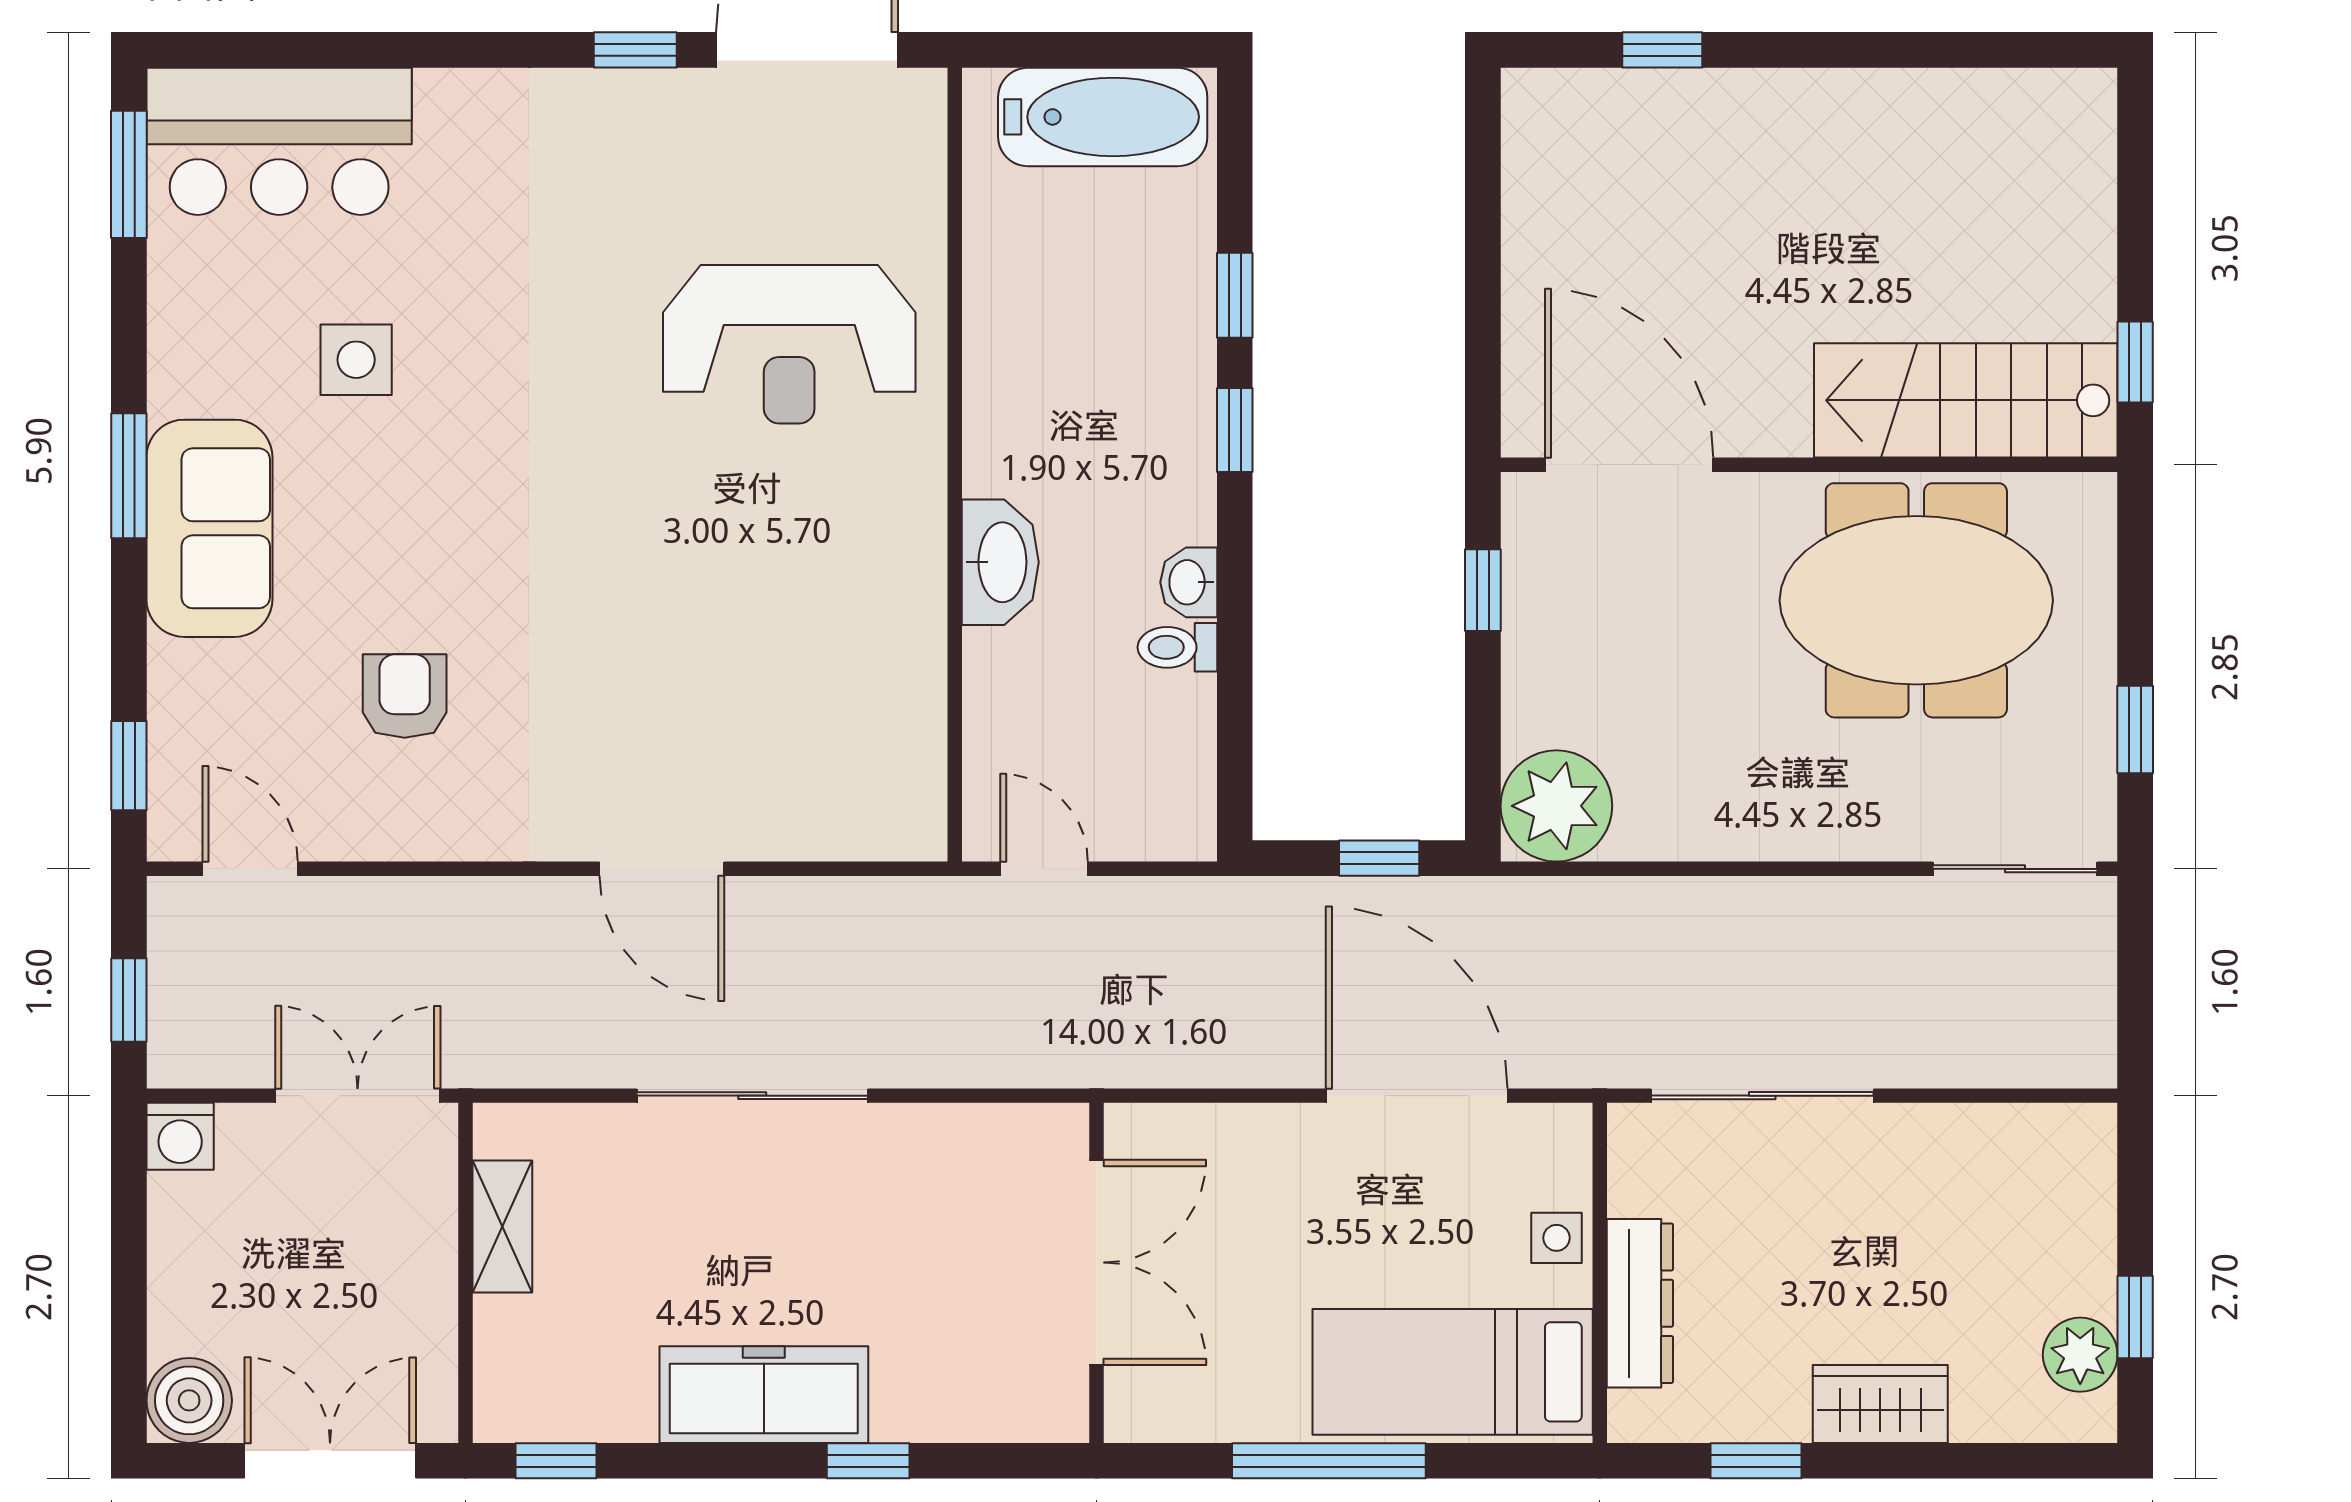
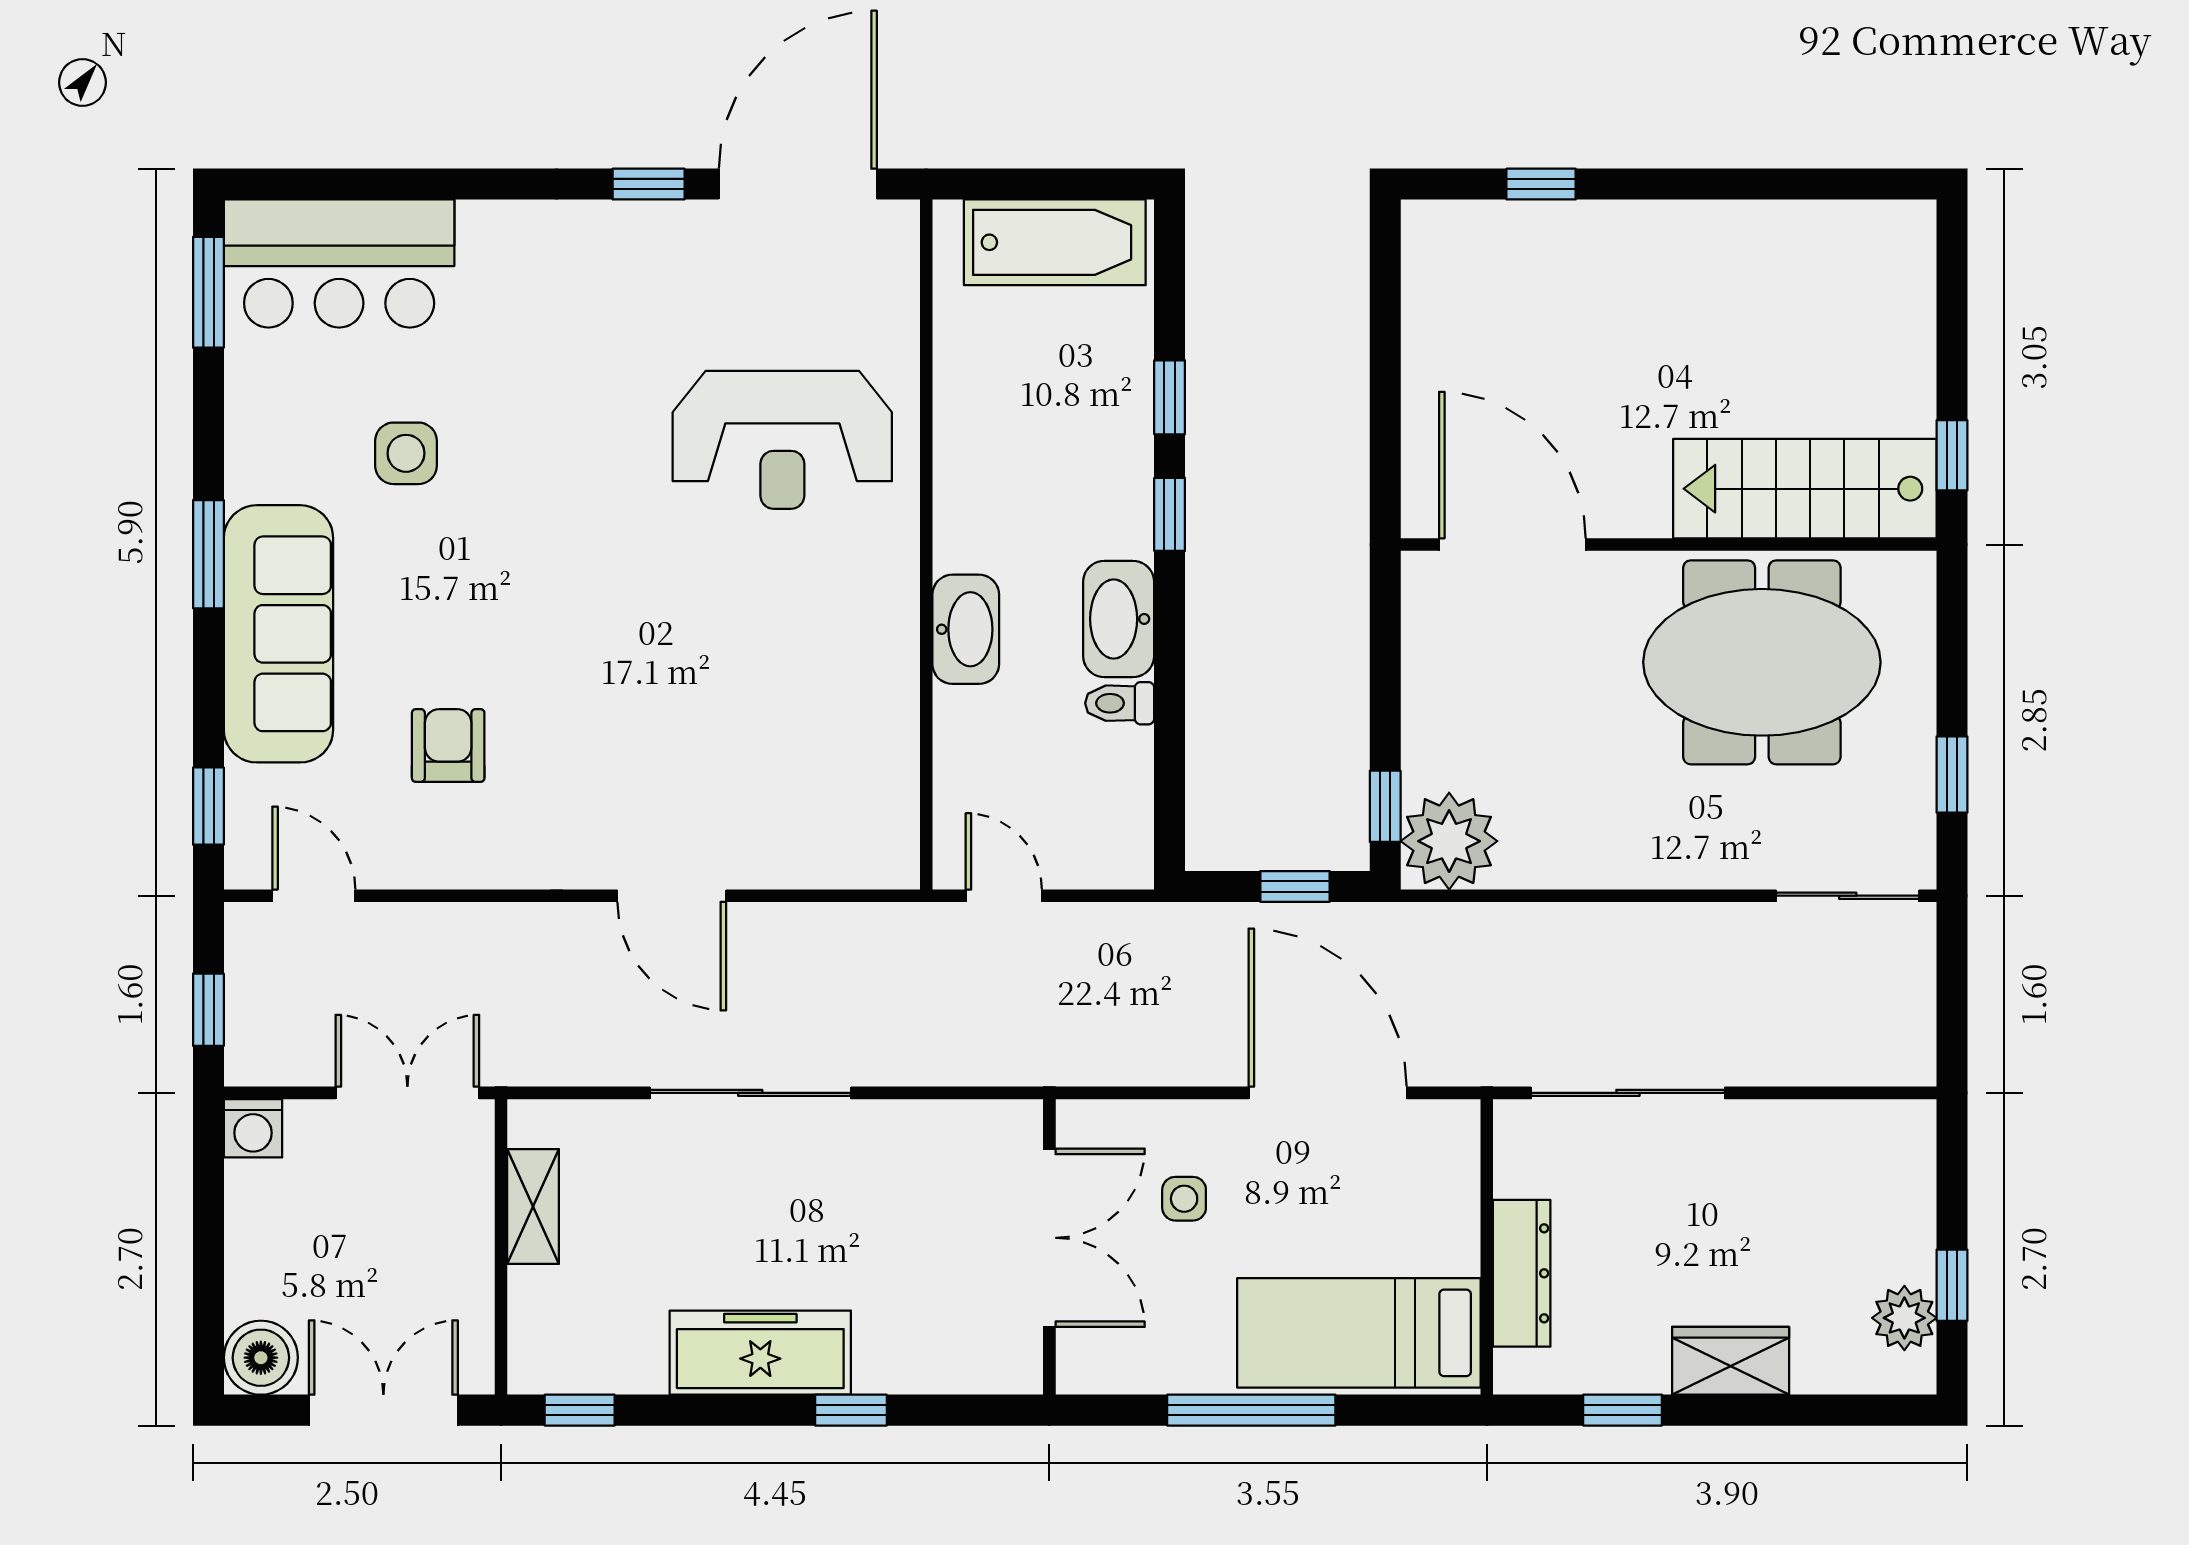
sofa: (209, 528) -> (278, 634), width x1.36
washbasin: (1189, 582) -> (1119, 619), width x1.91, depth x1.45
window: (1483, 590) -> (1385, 806), moved
side table: (1556, 1238) -> (1184, 1199), moved

